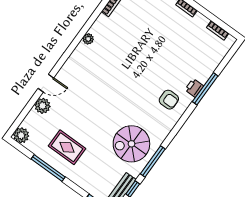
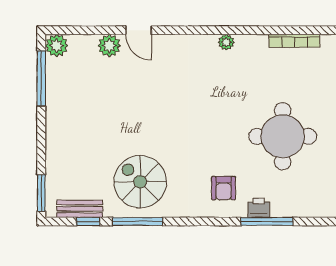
round table: (164, 45) -> (283, 136), added
rug: (67, 147) -> (81, 109), removed
window: (48, 168) -> (41, 78), moved

